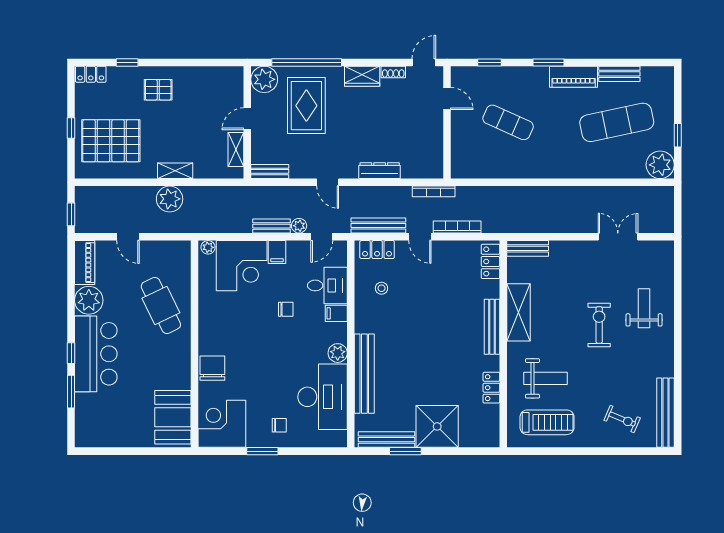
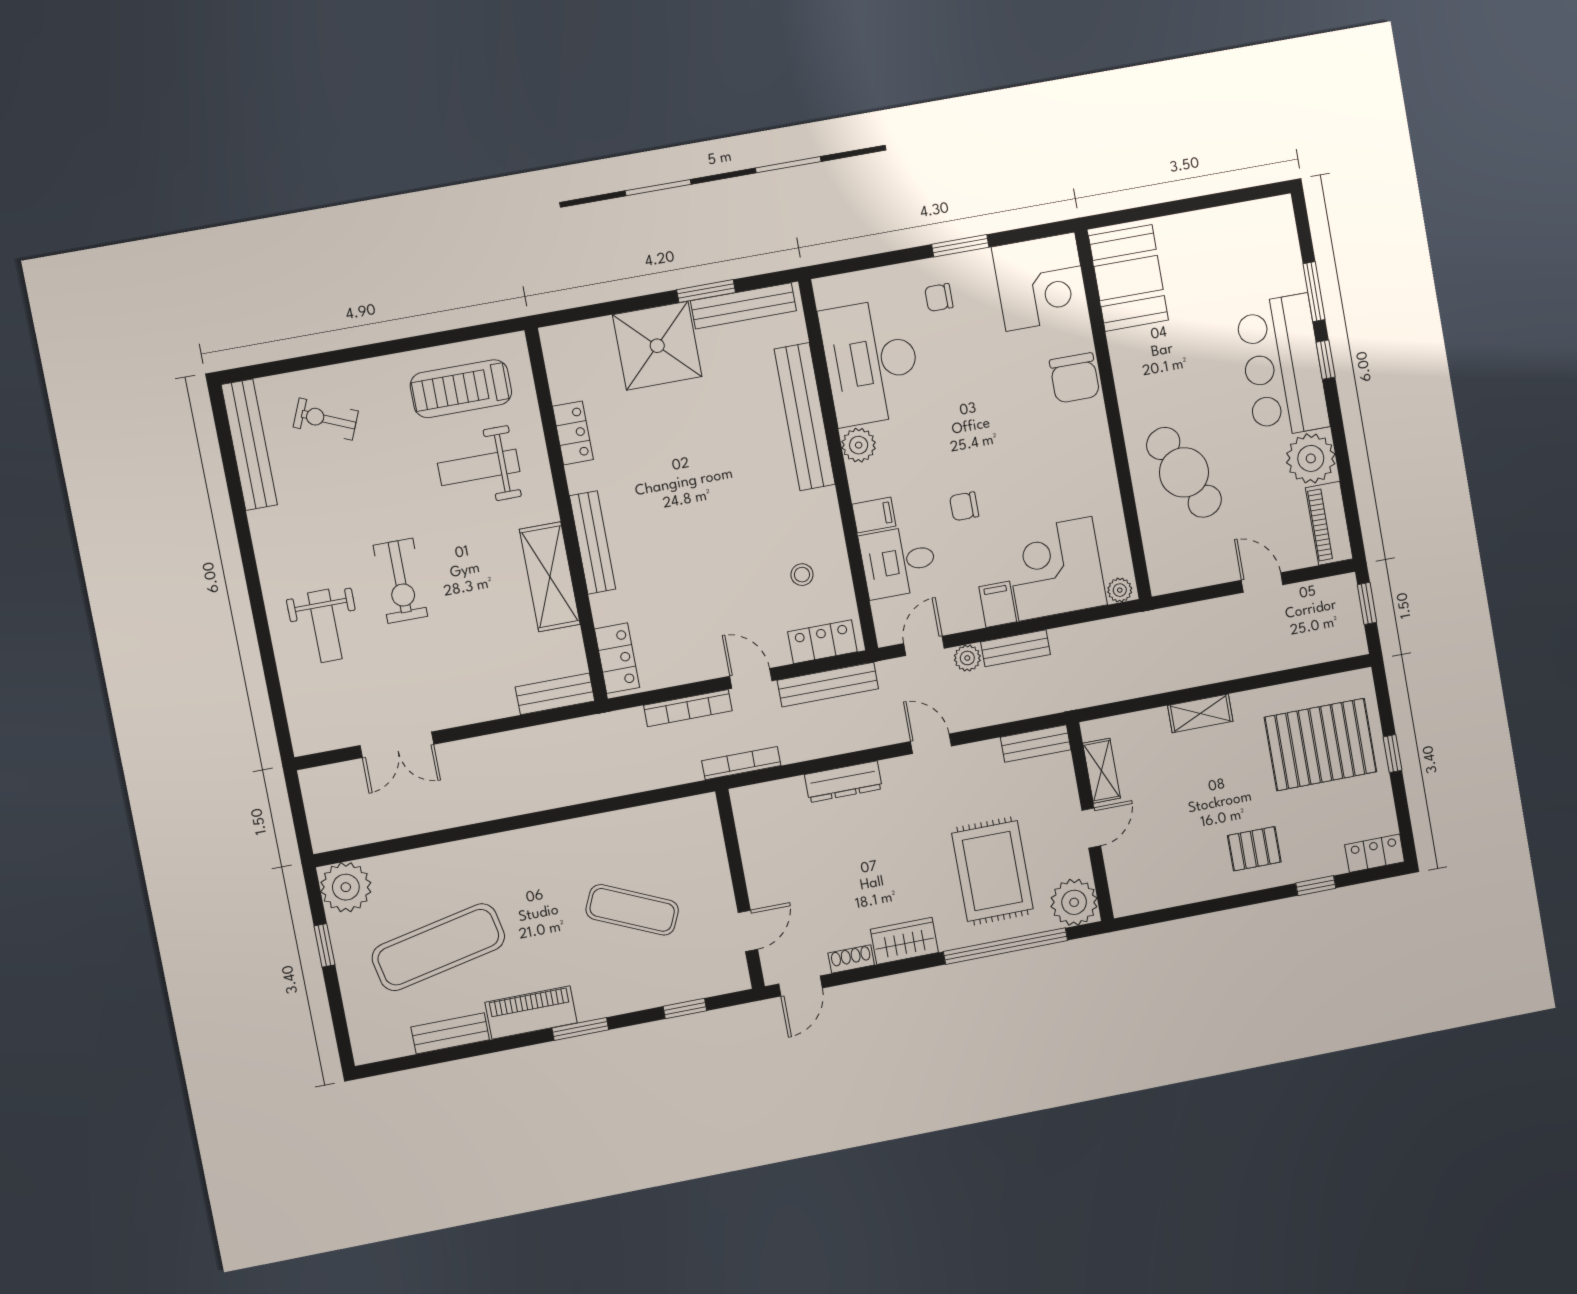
door: (447, 99) -> (748, 931), swing flipped
plant: (170, 199) -> (1201, 662), removed

